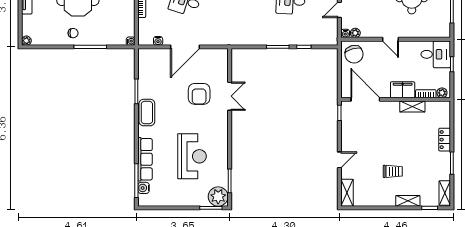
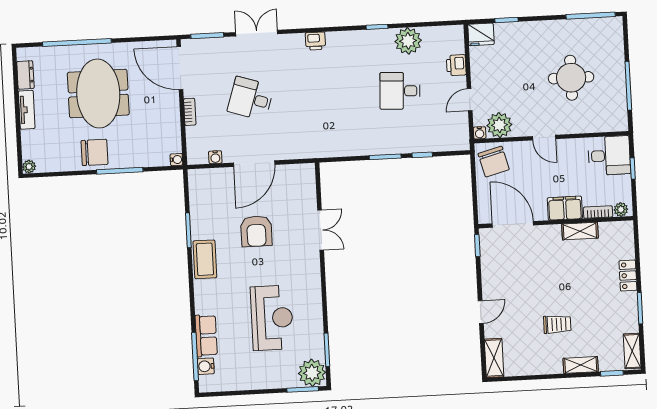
chair: (73, 33) -> (95, 152), width x1.87, depth x1.87
plant: (355, 33) -> (499, 125), width x1.88, depth x1.88
armchair: (199, 94) -> (256, 231), moved
row of seats: (145, 159) -> (206, 336), width x0.68

